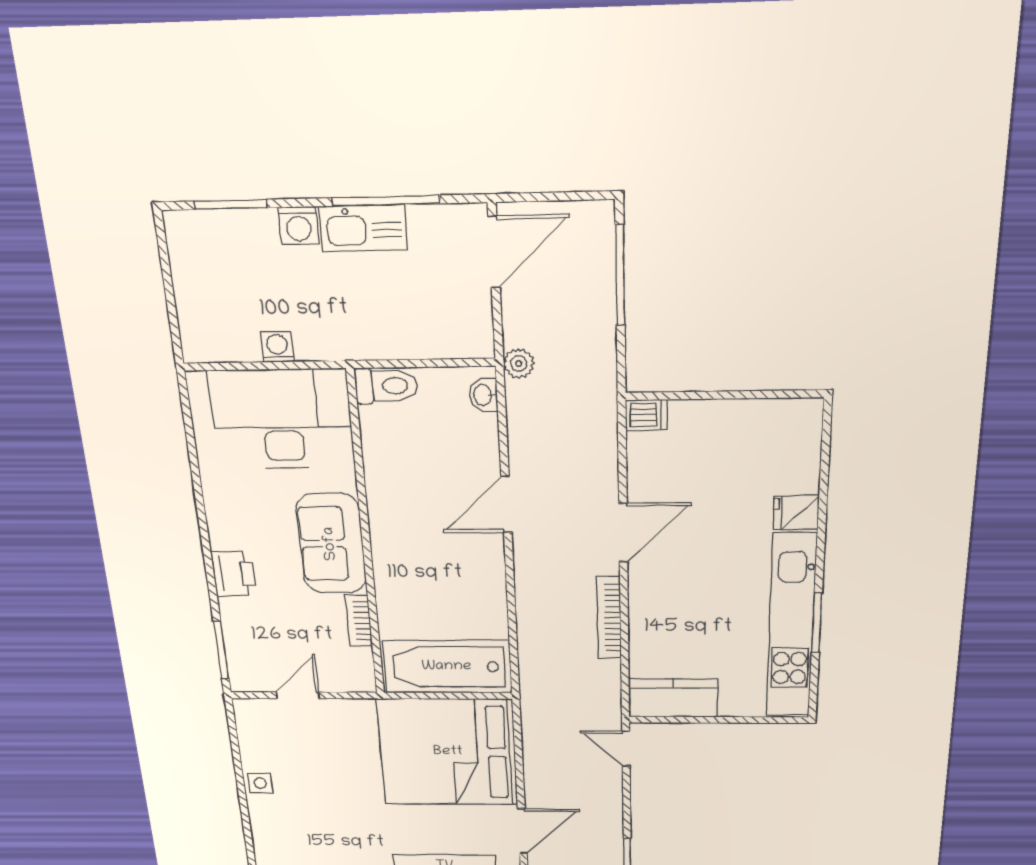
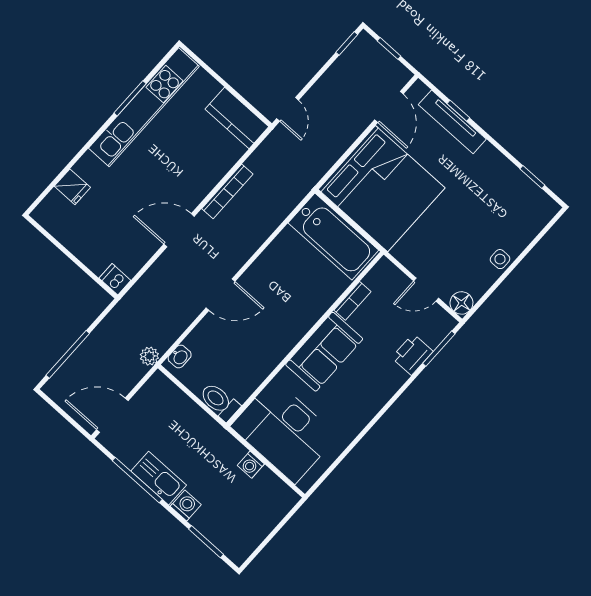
fridge: (796, 513) -> (72, 187), moved
printer: (234, 574) -> (412, 354), moved
floor lamp: (250, 712) -> (461, 303), added
door: (522, 831) -> (389, 107), swing flipped

